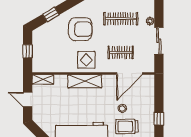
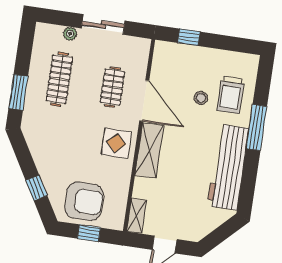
armchair: (80, 29) -> (84, 201), moved, turned 90
door: (130, 73) -> (144, 101), moved
window: (159, 119) -> (189, 37), moved

